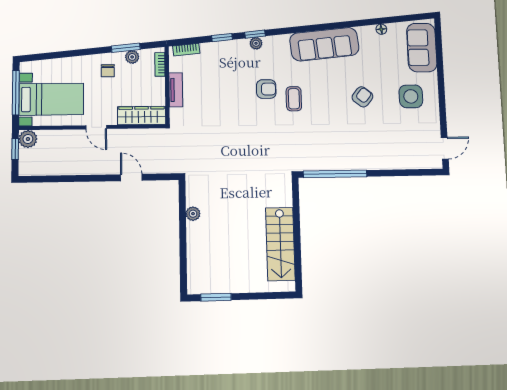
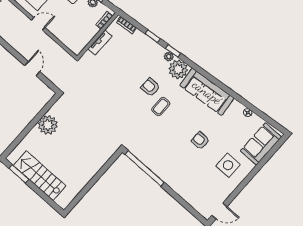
plant: (277, 47) -> (178, 69), added
armchair: (266, 89) -> (150, 87), turned 180
armchair: (362, 97) -> (200, 141), turned -129
wardrobe: (142, 115) -> (68, 40), removed
door: (96, 127) -> (38, 24), swing flipped
plant: (193, 214) -> (48, 125), width x1.88, depth x1.88
stairs: (280, 244) -> (40, 176), moved, turned 90

